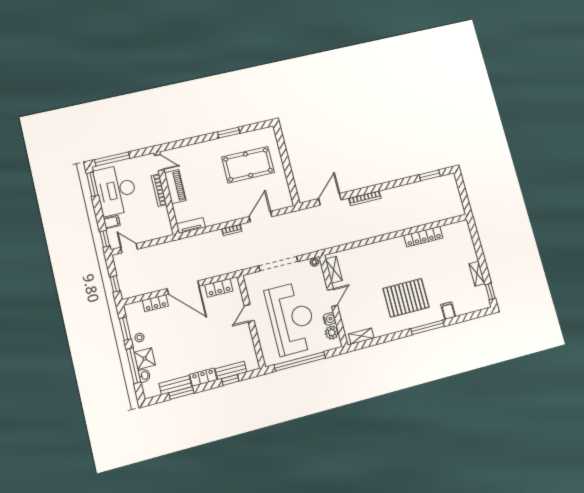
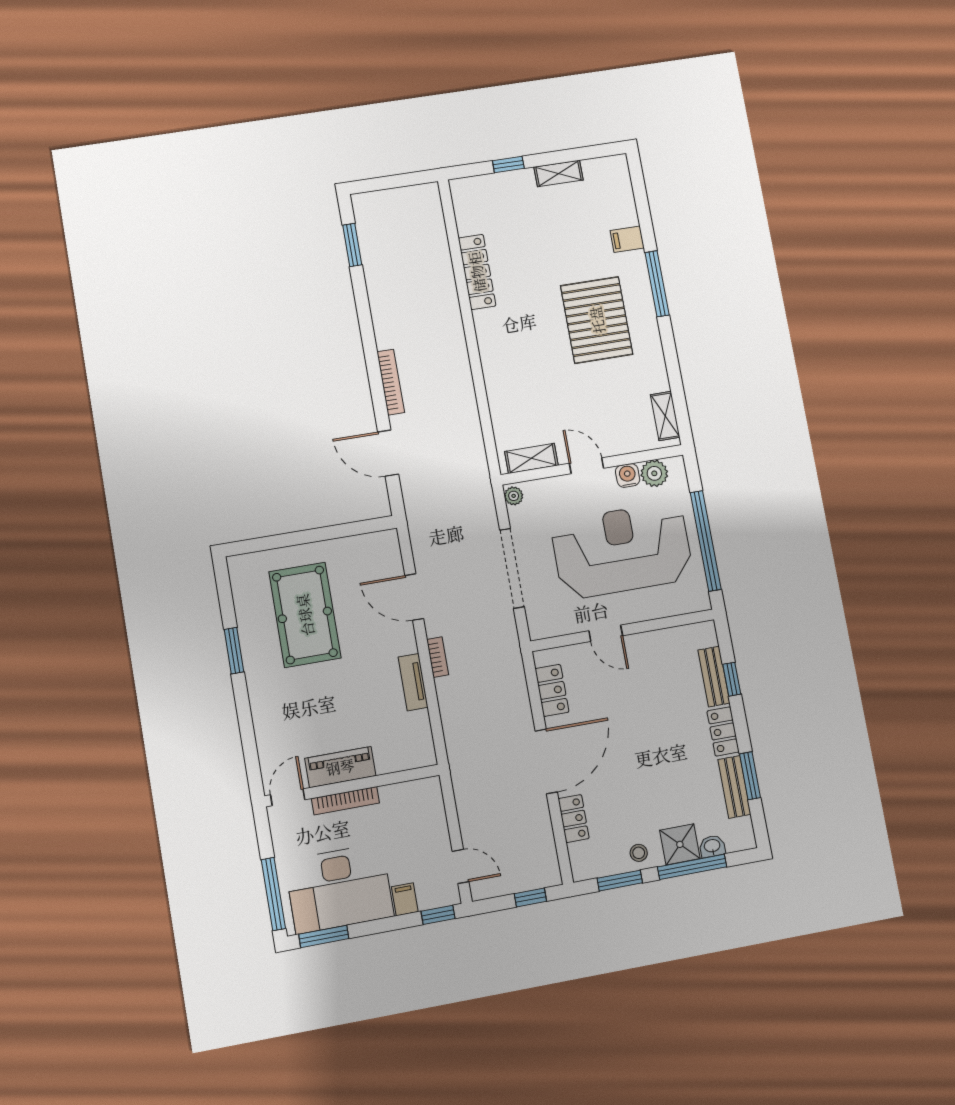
tv unit: (191, 226) -> (413, 682), moved
door: (129, 248) -> (461, 866), swing flipped
window: (490, 291) -> (508, 164), moved

